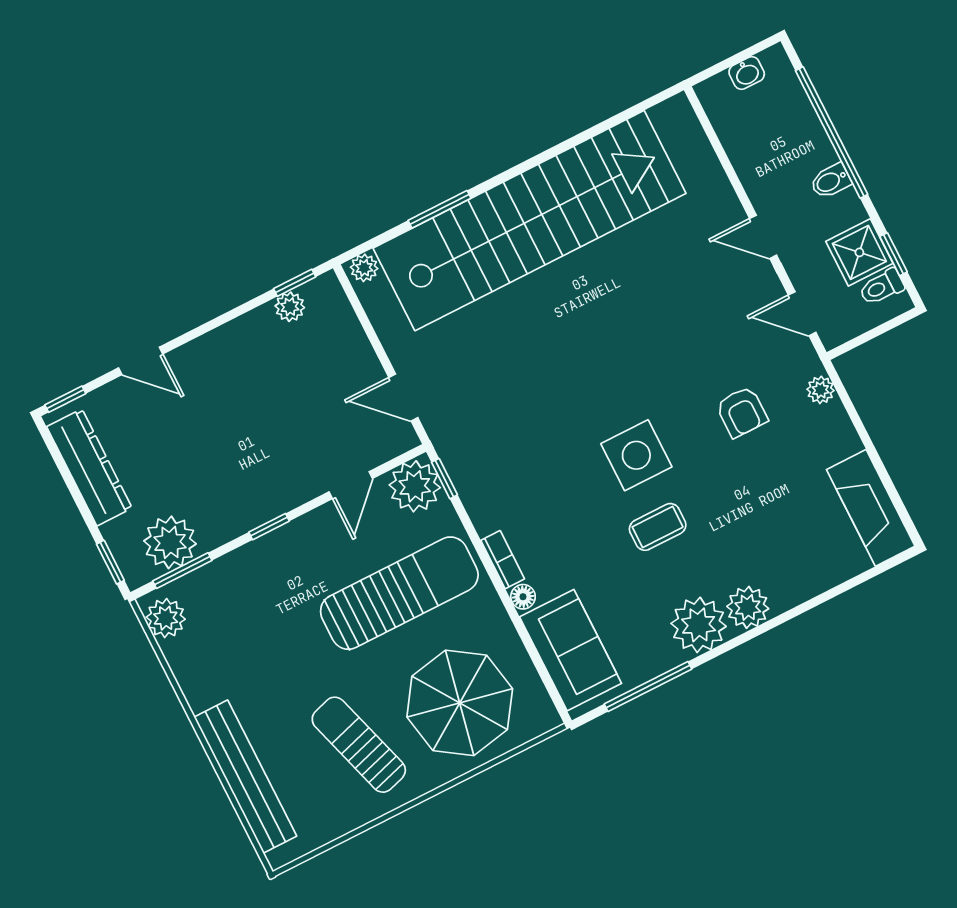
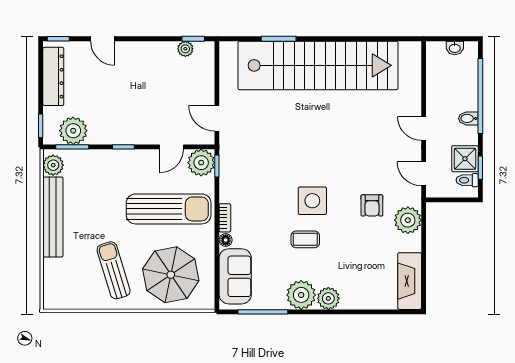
plant: (364, 268) -> (229, 48), removed
plant: (821, 390) -> (408, 220), width x1.88, depth x1.88
bench: (245, 777) -> (53, 217), moved

